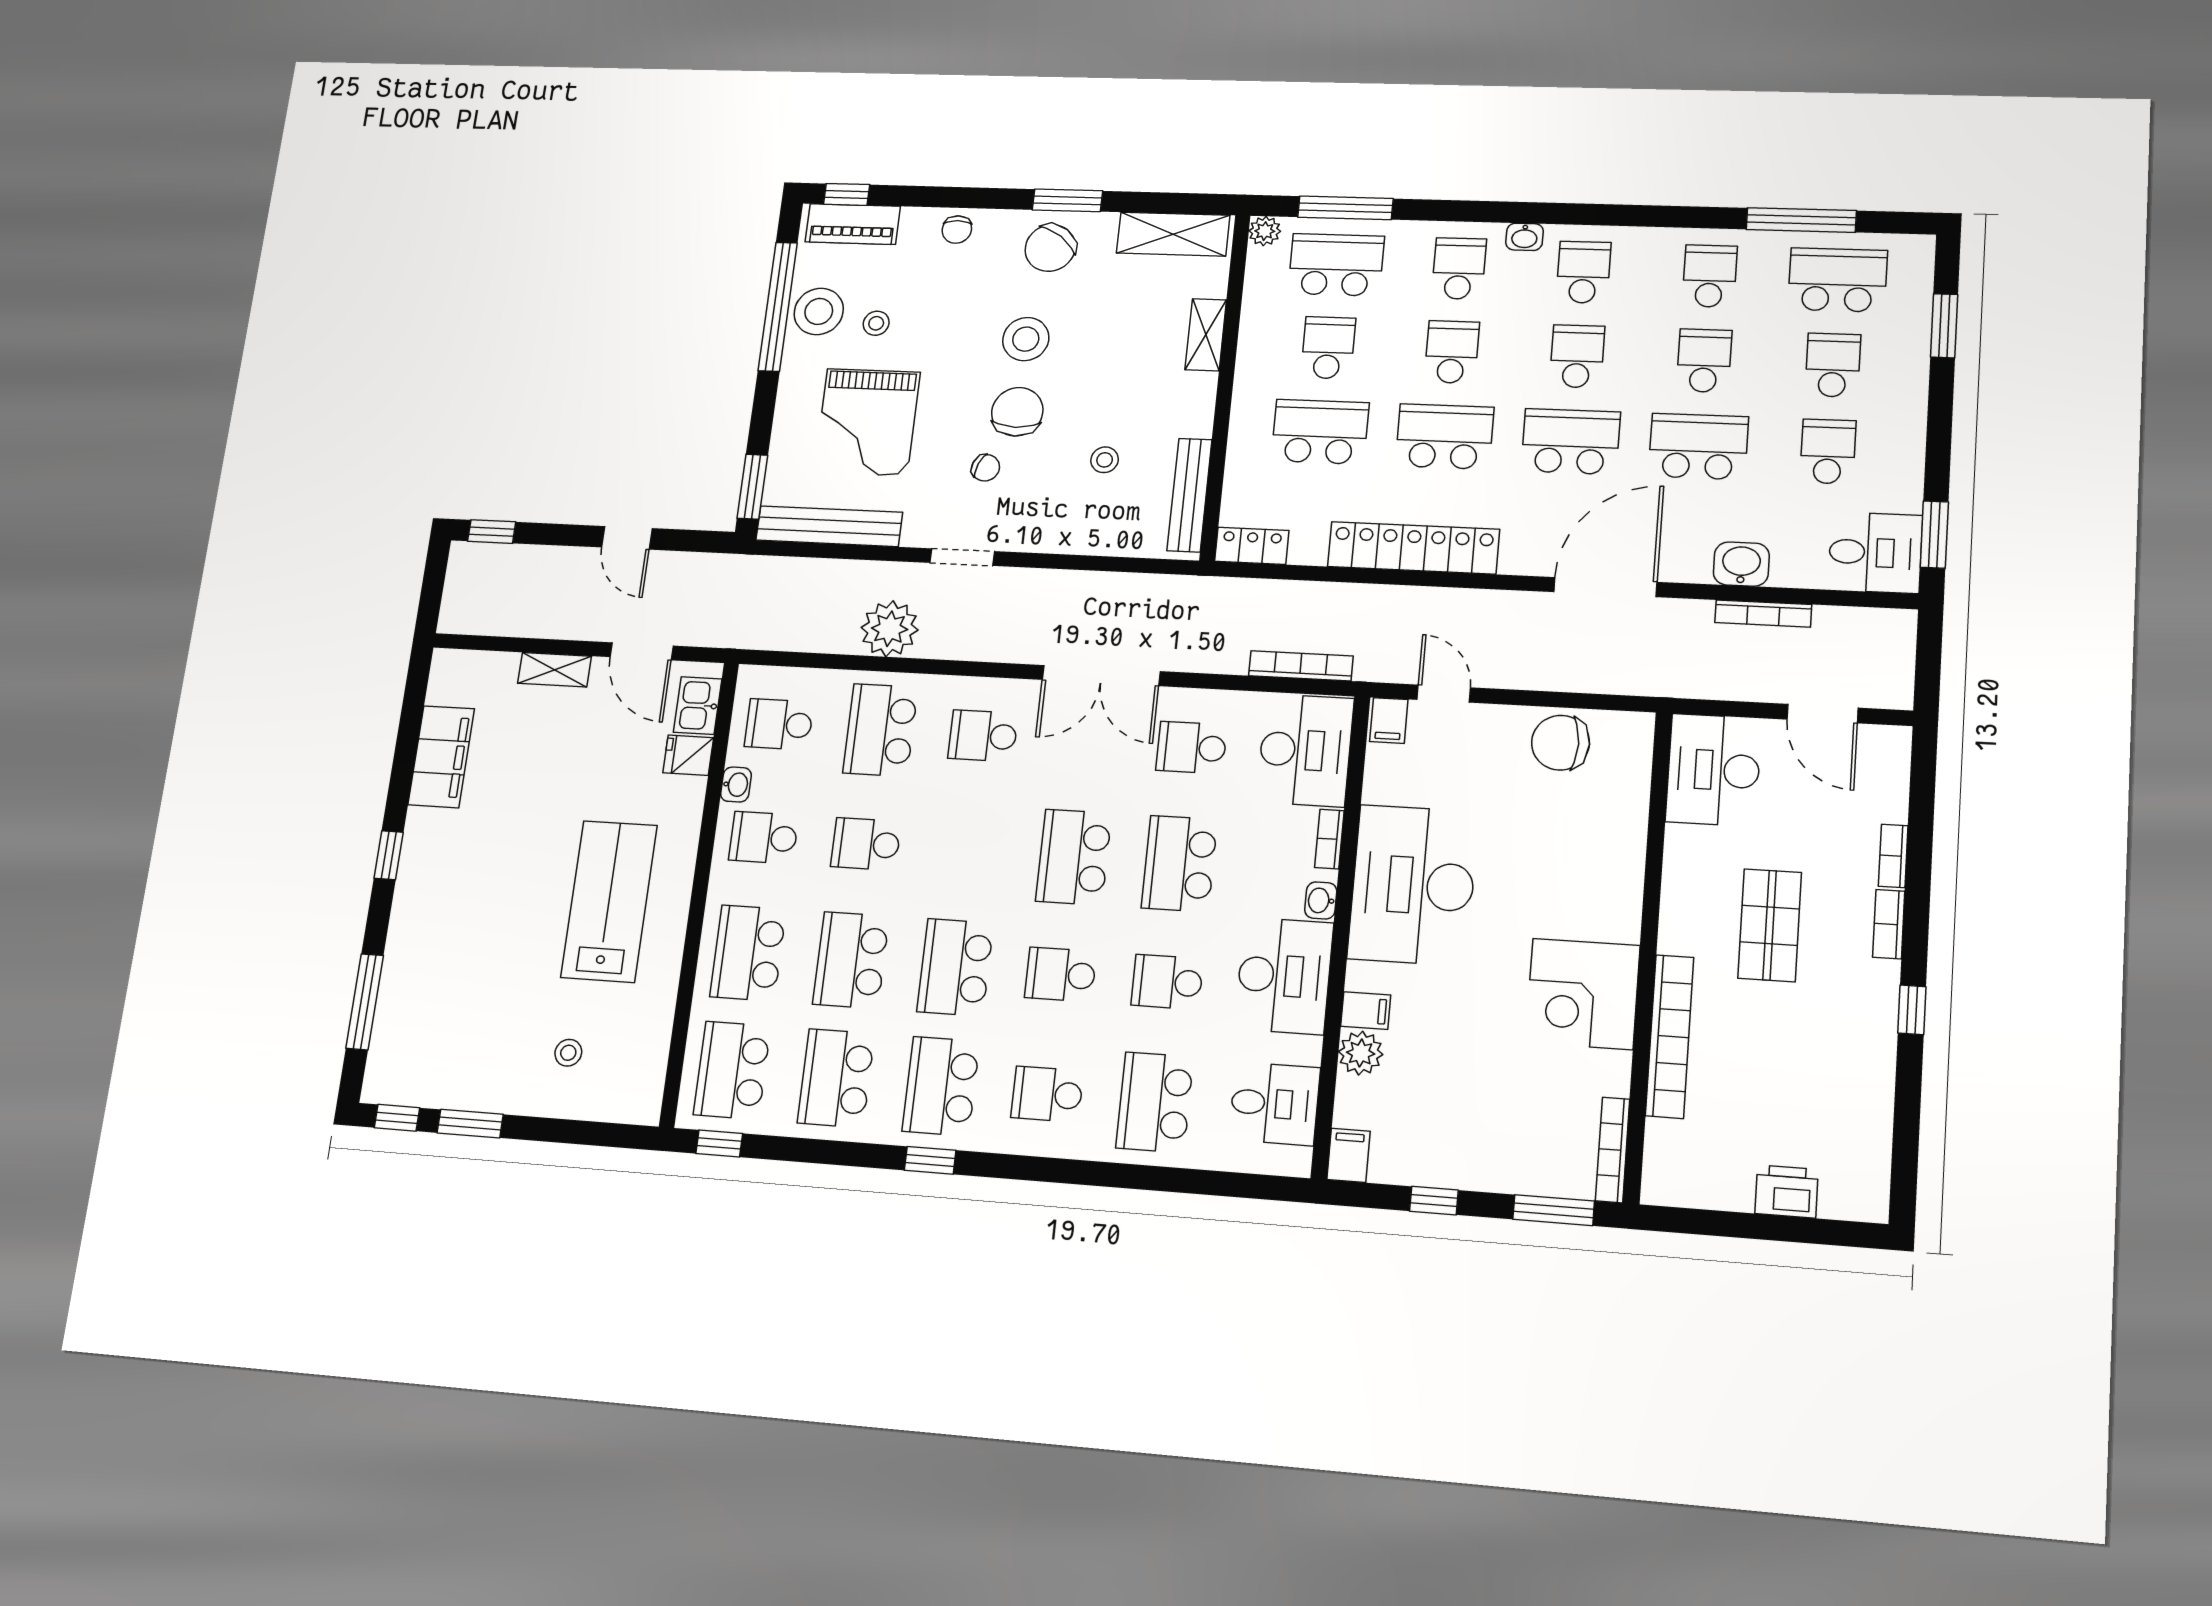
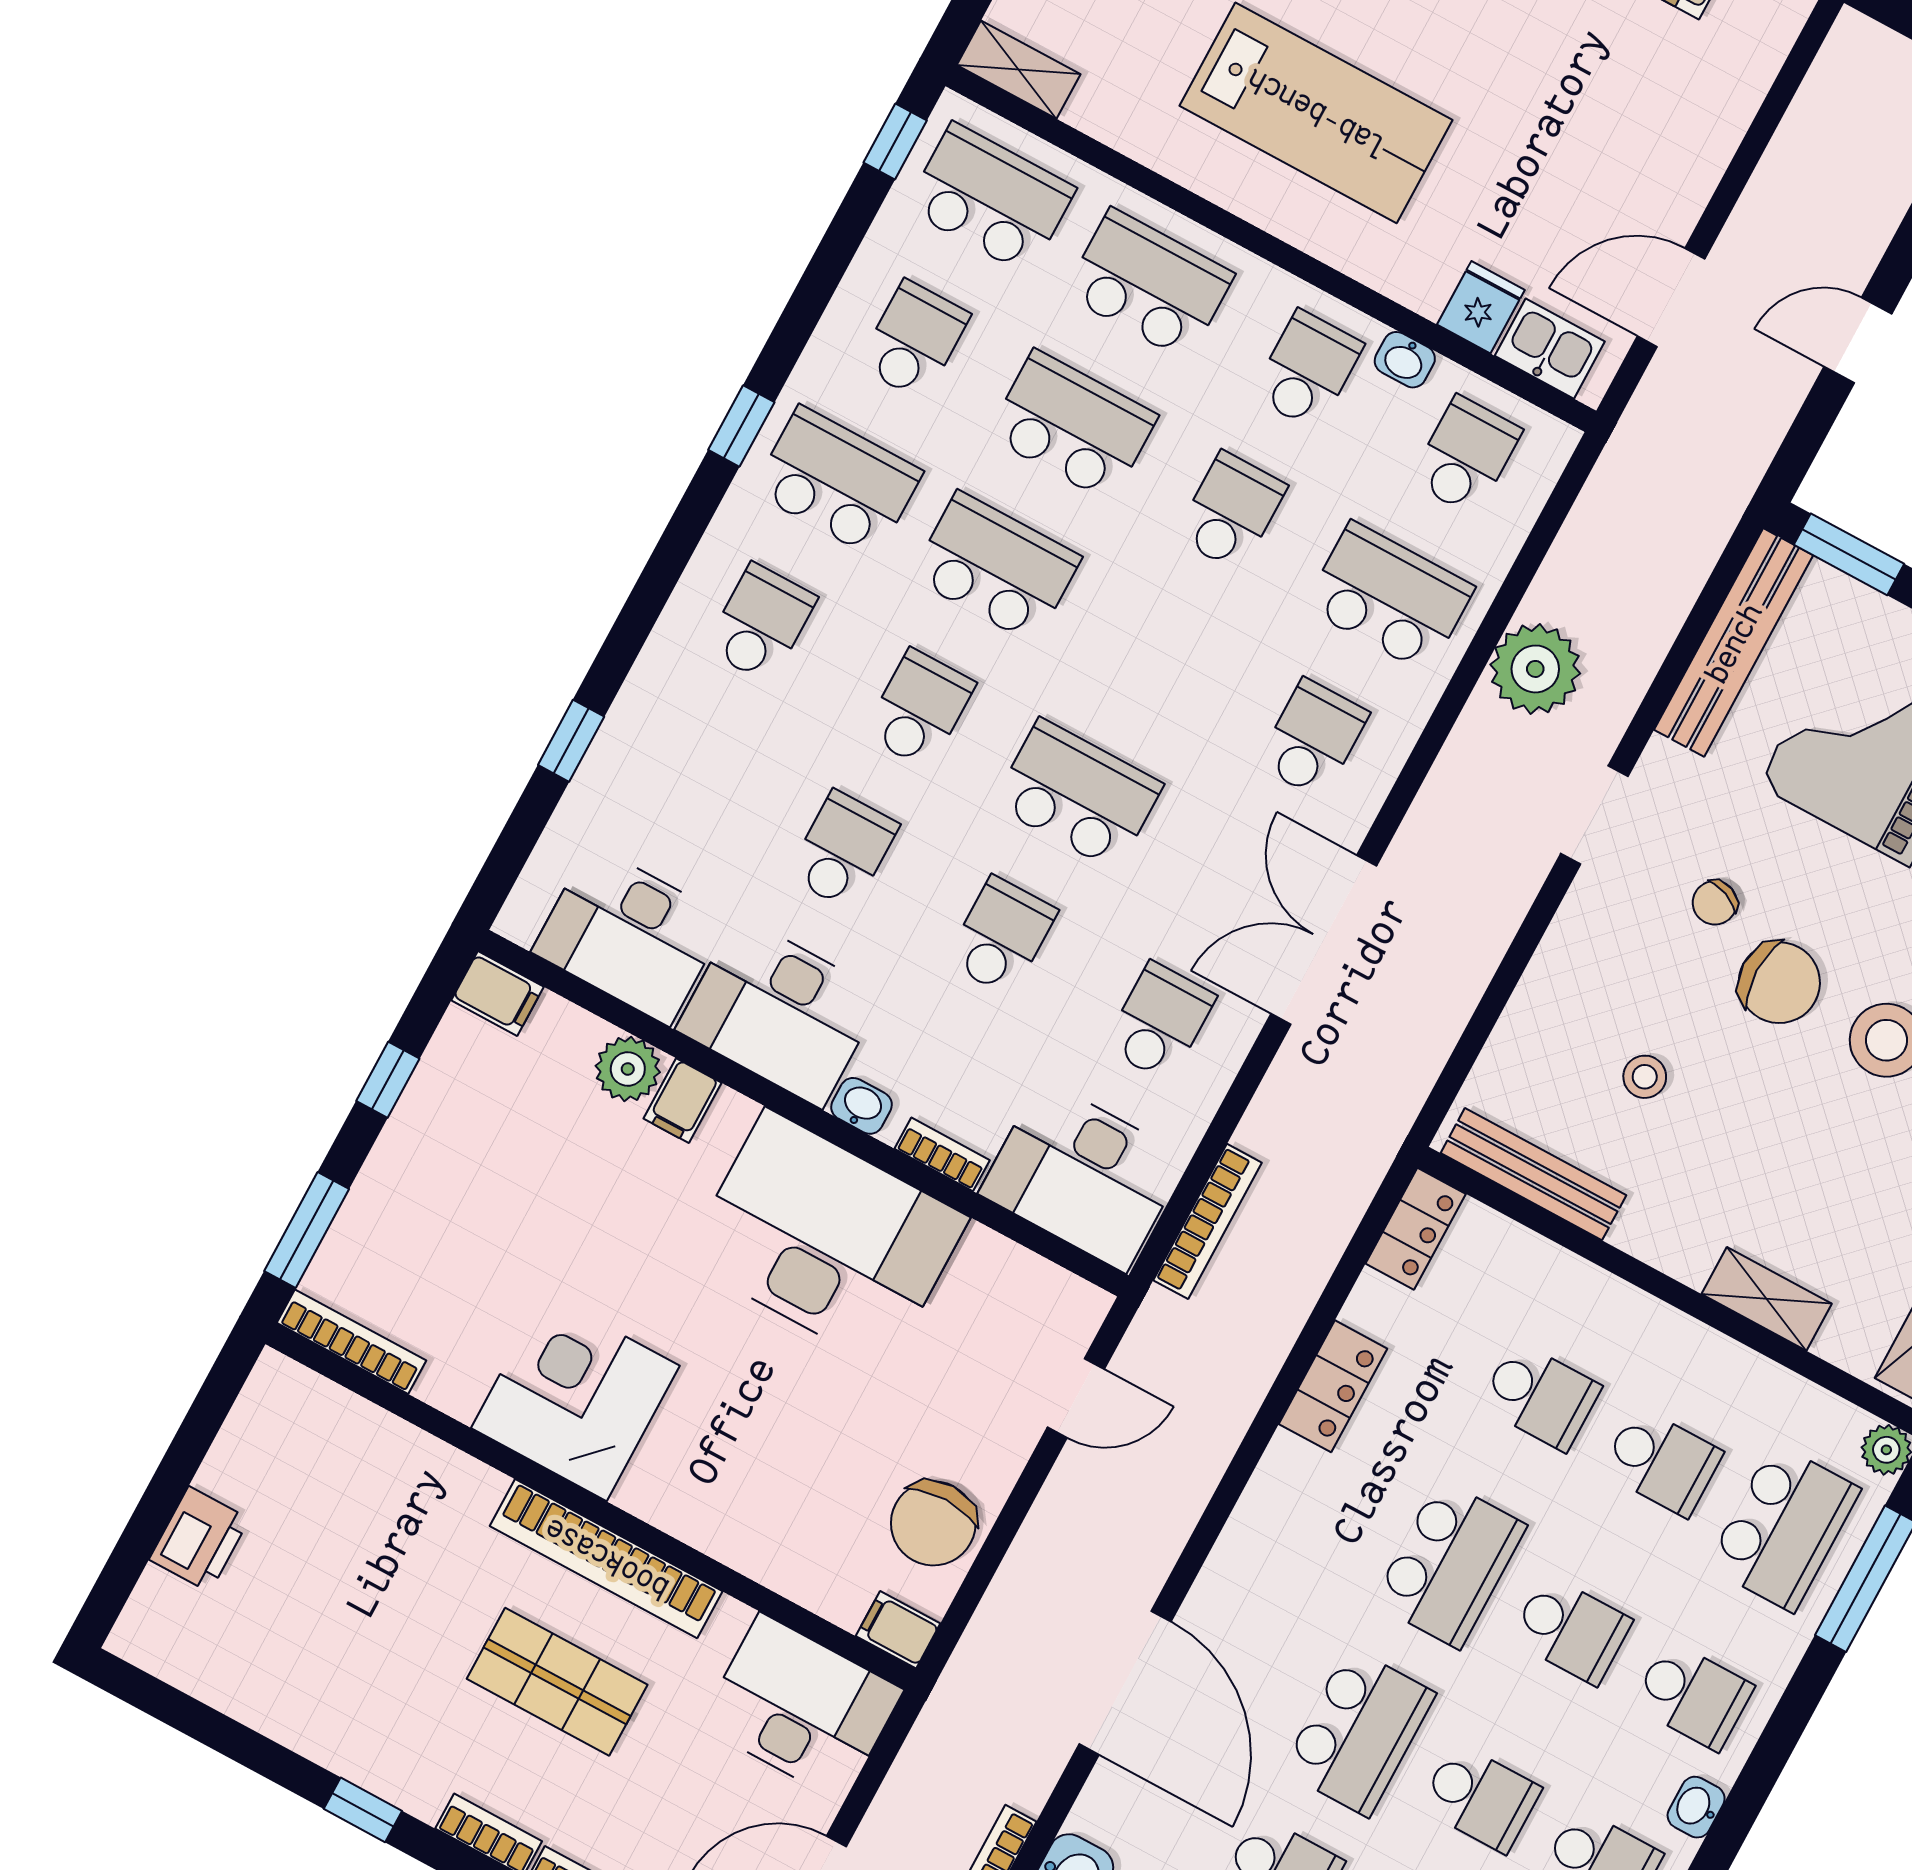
school desk: (1320, 432) -> (1540, 1396), width x0.54
locker: (1413, 548) -> (1333, 1386), width x0.46, depth x0.83
shelving: (554, 670) -> (1019, 70), moved, turned 90
filing cabinet: (1389, 720) -> (898, 1630), moved
chair: (1560, 743) -> (933, 1523), turned 180
school desk: (1179, 864) -> (1001, 936), width x0.54
bookcase: (1670, 1036) -> (606, 1559), moved
school desk: (836, 1078) -> (914, 340), width x0.54
school desk: (1155, 1102) -> (684, 765), removed
desk: (1274, 1104) -> (630, 935), width x1.37
window: (1169, 1179) -> (571, 741), added

